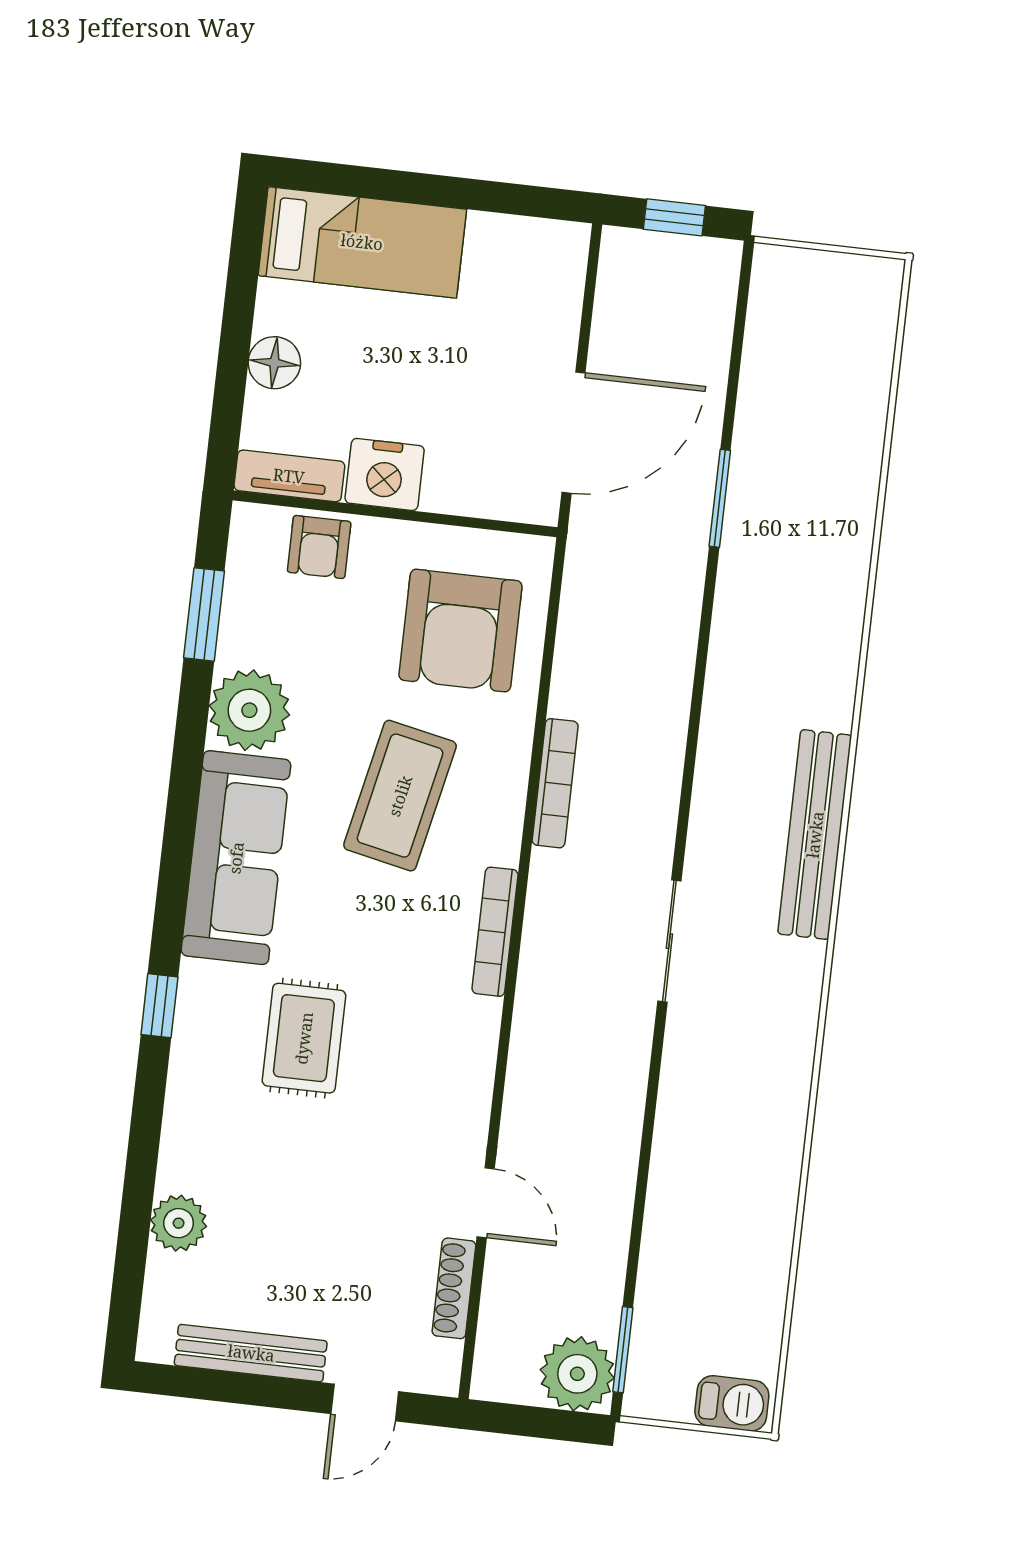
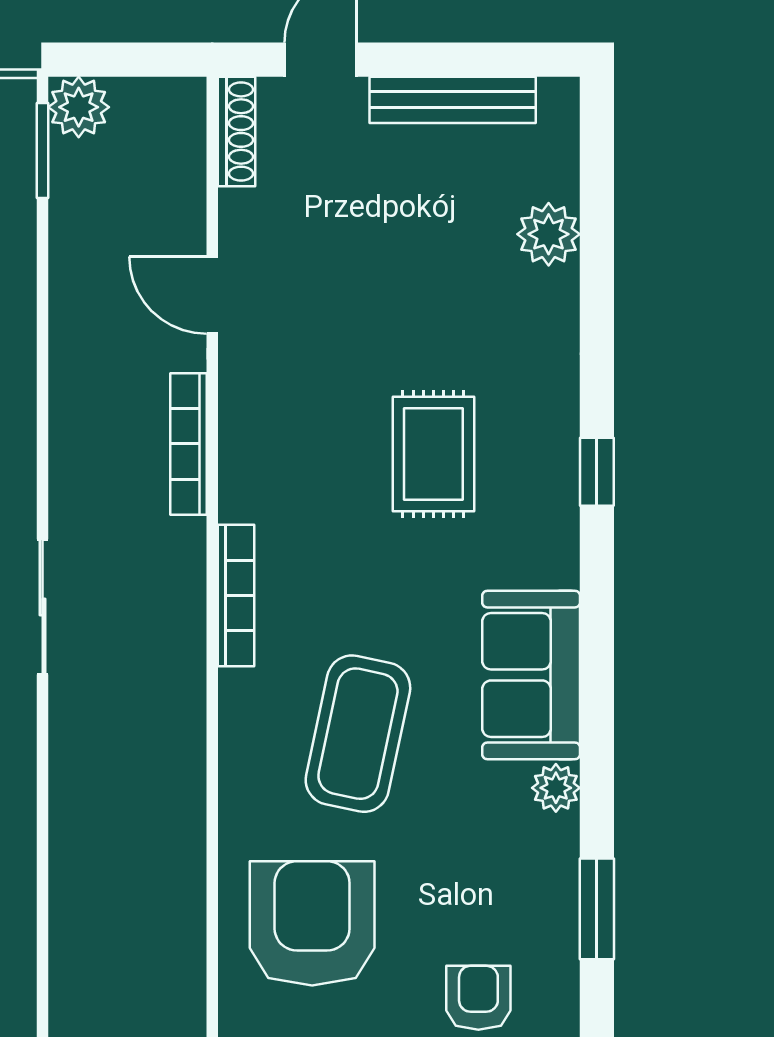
plant: (249, 710) -> (556, 788), width x0.53, depth x0.53
bookcase: (555, 783) -> (188, 444), moved
sofa: (236, 858) -> (531, 675), width x0.73
shoe rack: (454, 1288) -> (237, 132), moved
plant: (577, 1374) -> (79, 107), width x0.73, depth x0.73

